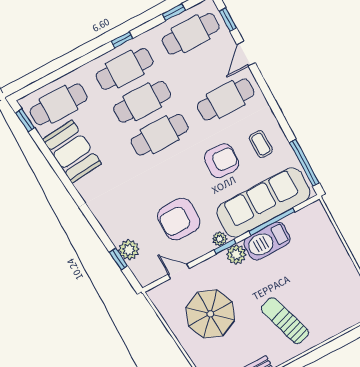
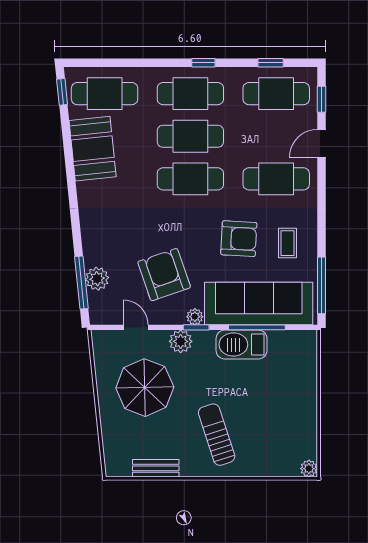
armchair: (179, 219) -> (164, 275), turned 71
plant: (236, 255) -> (181, 341), moved
window: (118, 259) -> (81, 283), width x2.17

